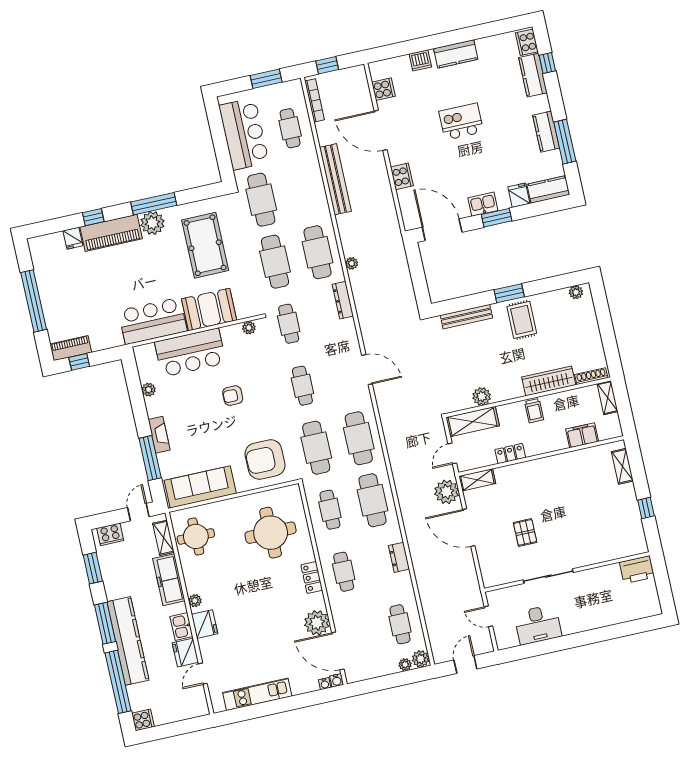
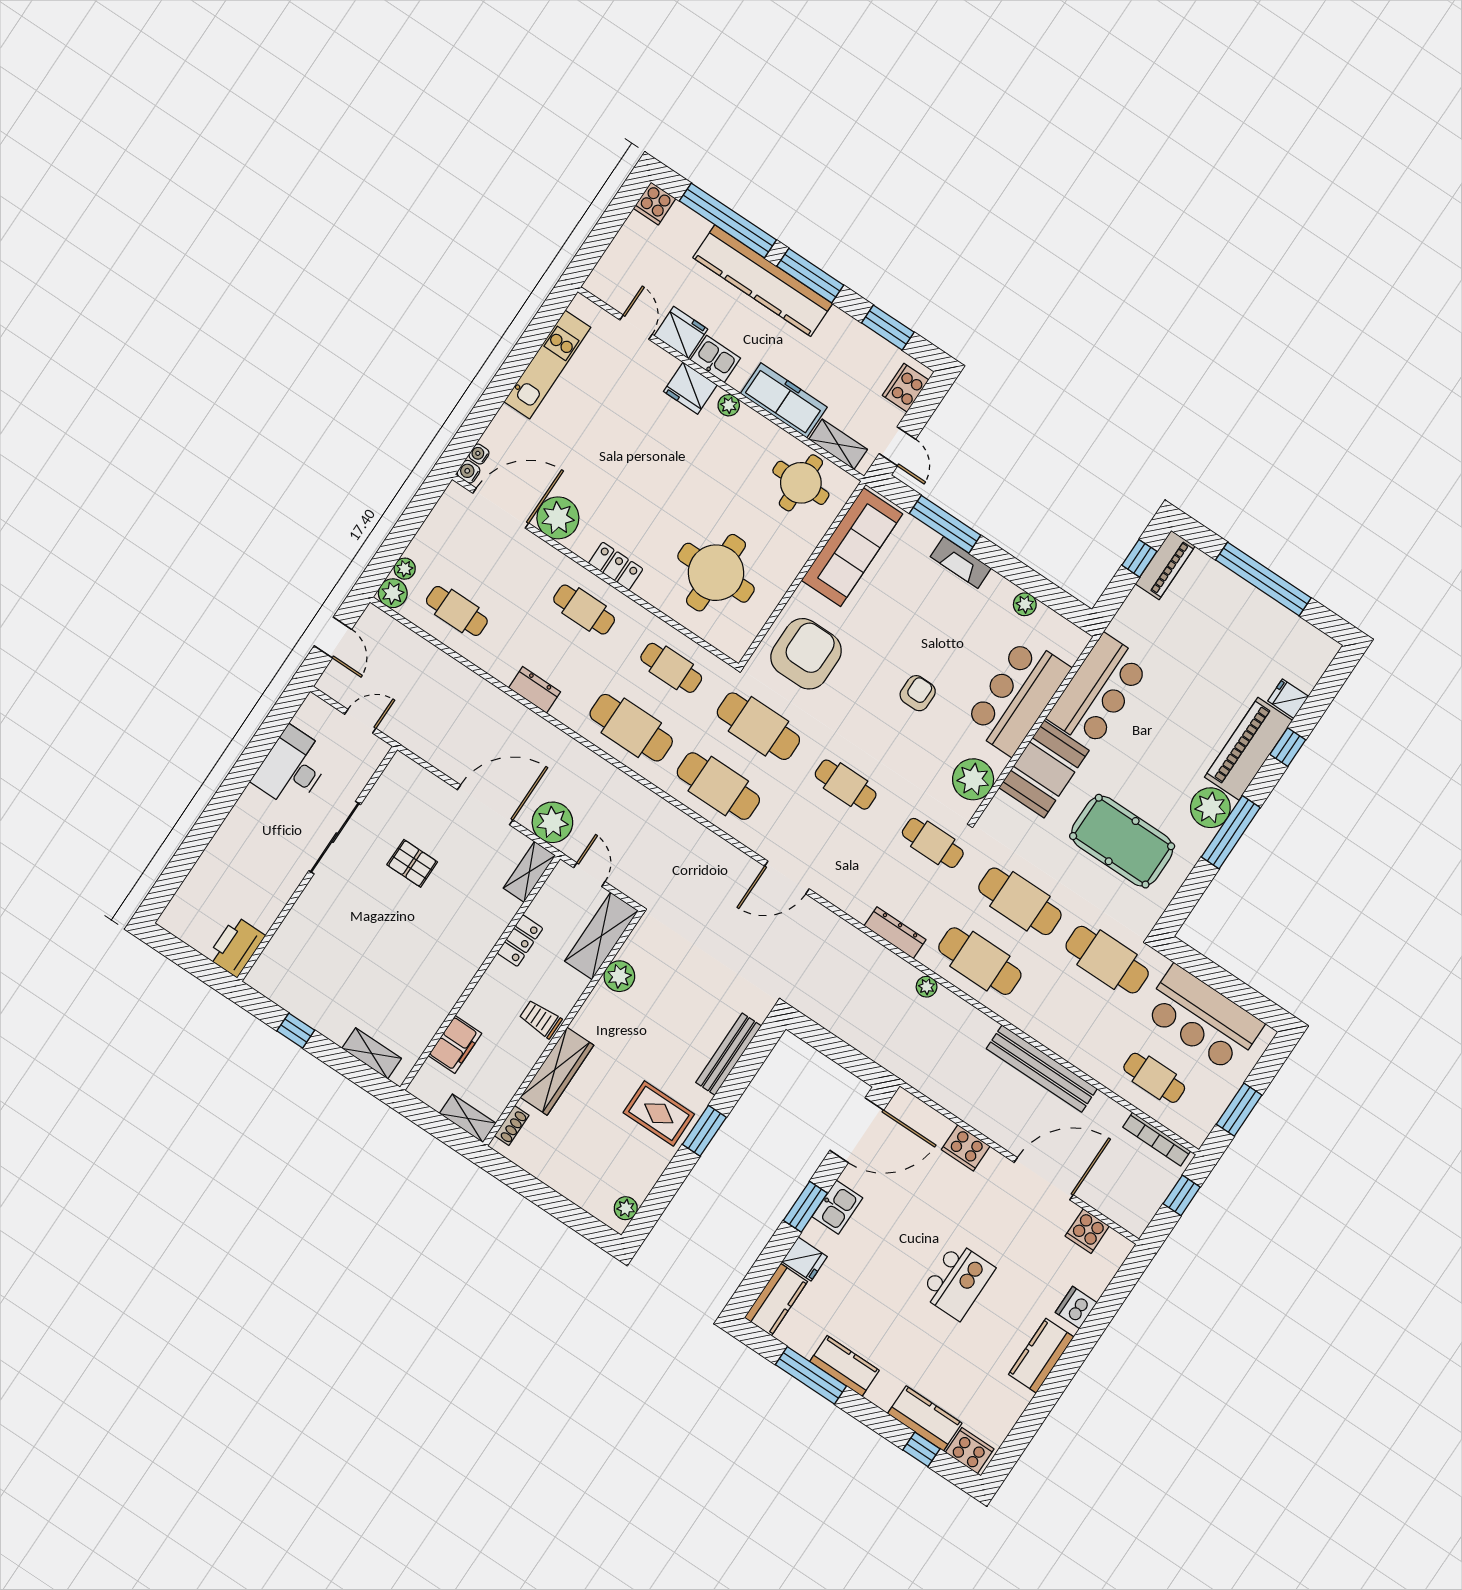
plant: (249, 328) -> (973, 779), width x1.88, depth x1.88
shoe rack: (591, 376) -> (512, 1125), width x0.70

